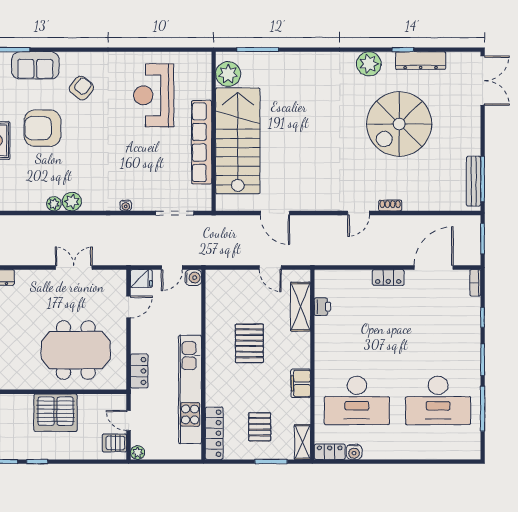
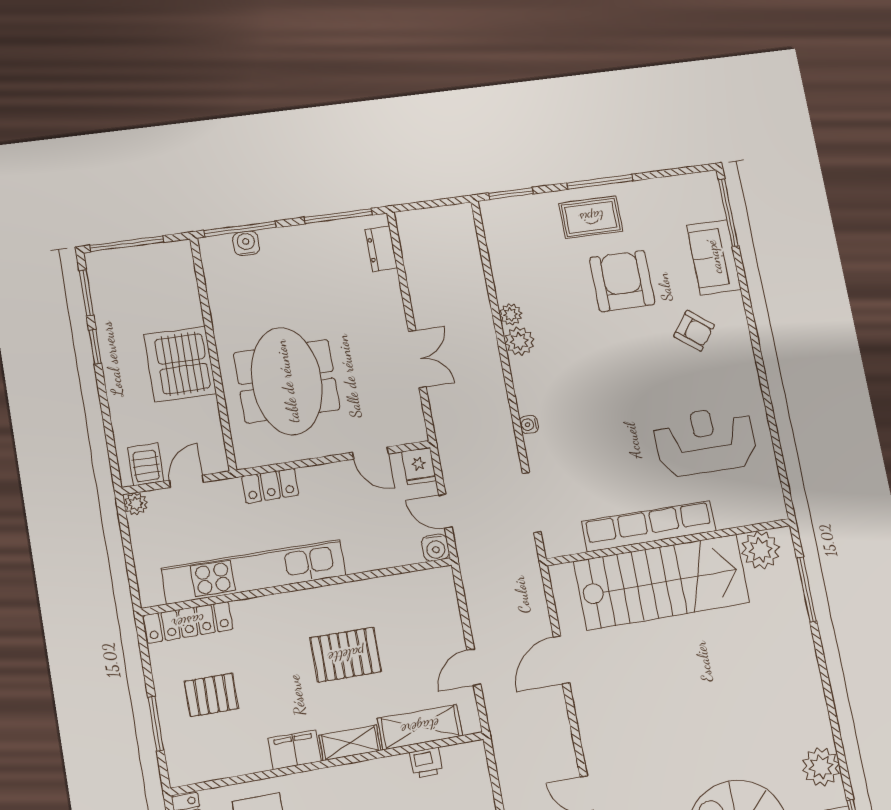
shelving: (302, 442) -> (350, 743), moved

